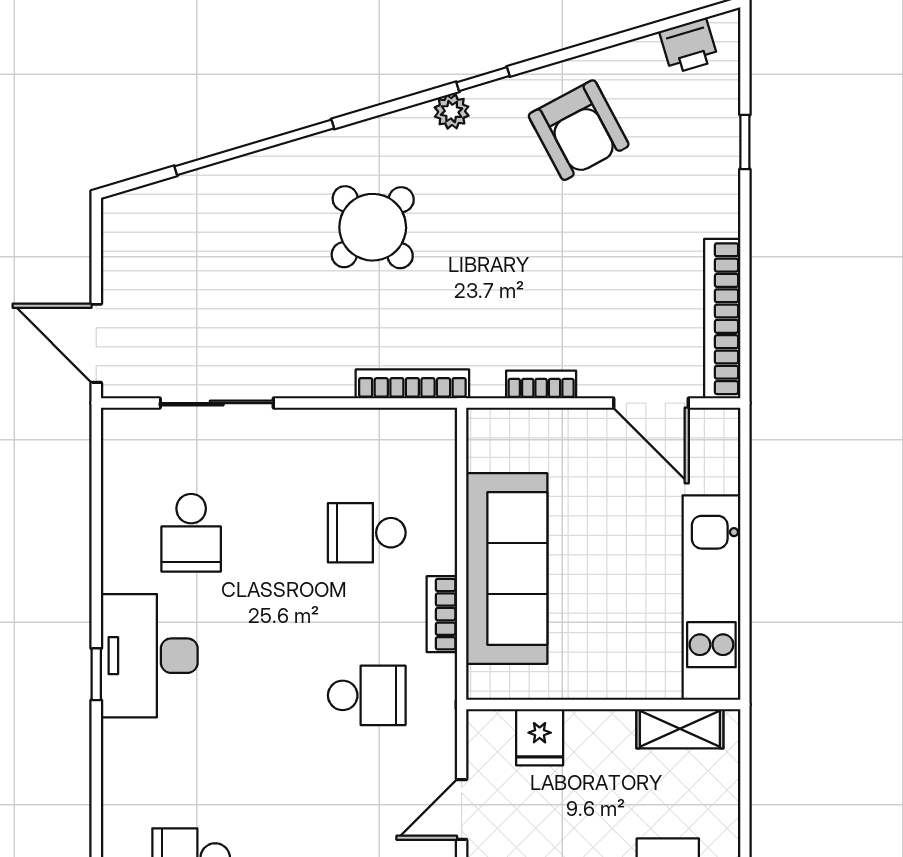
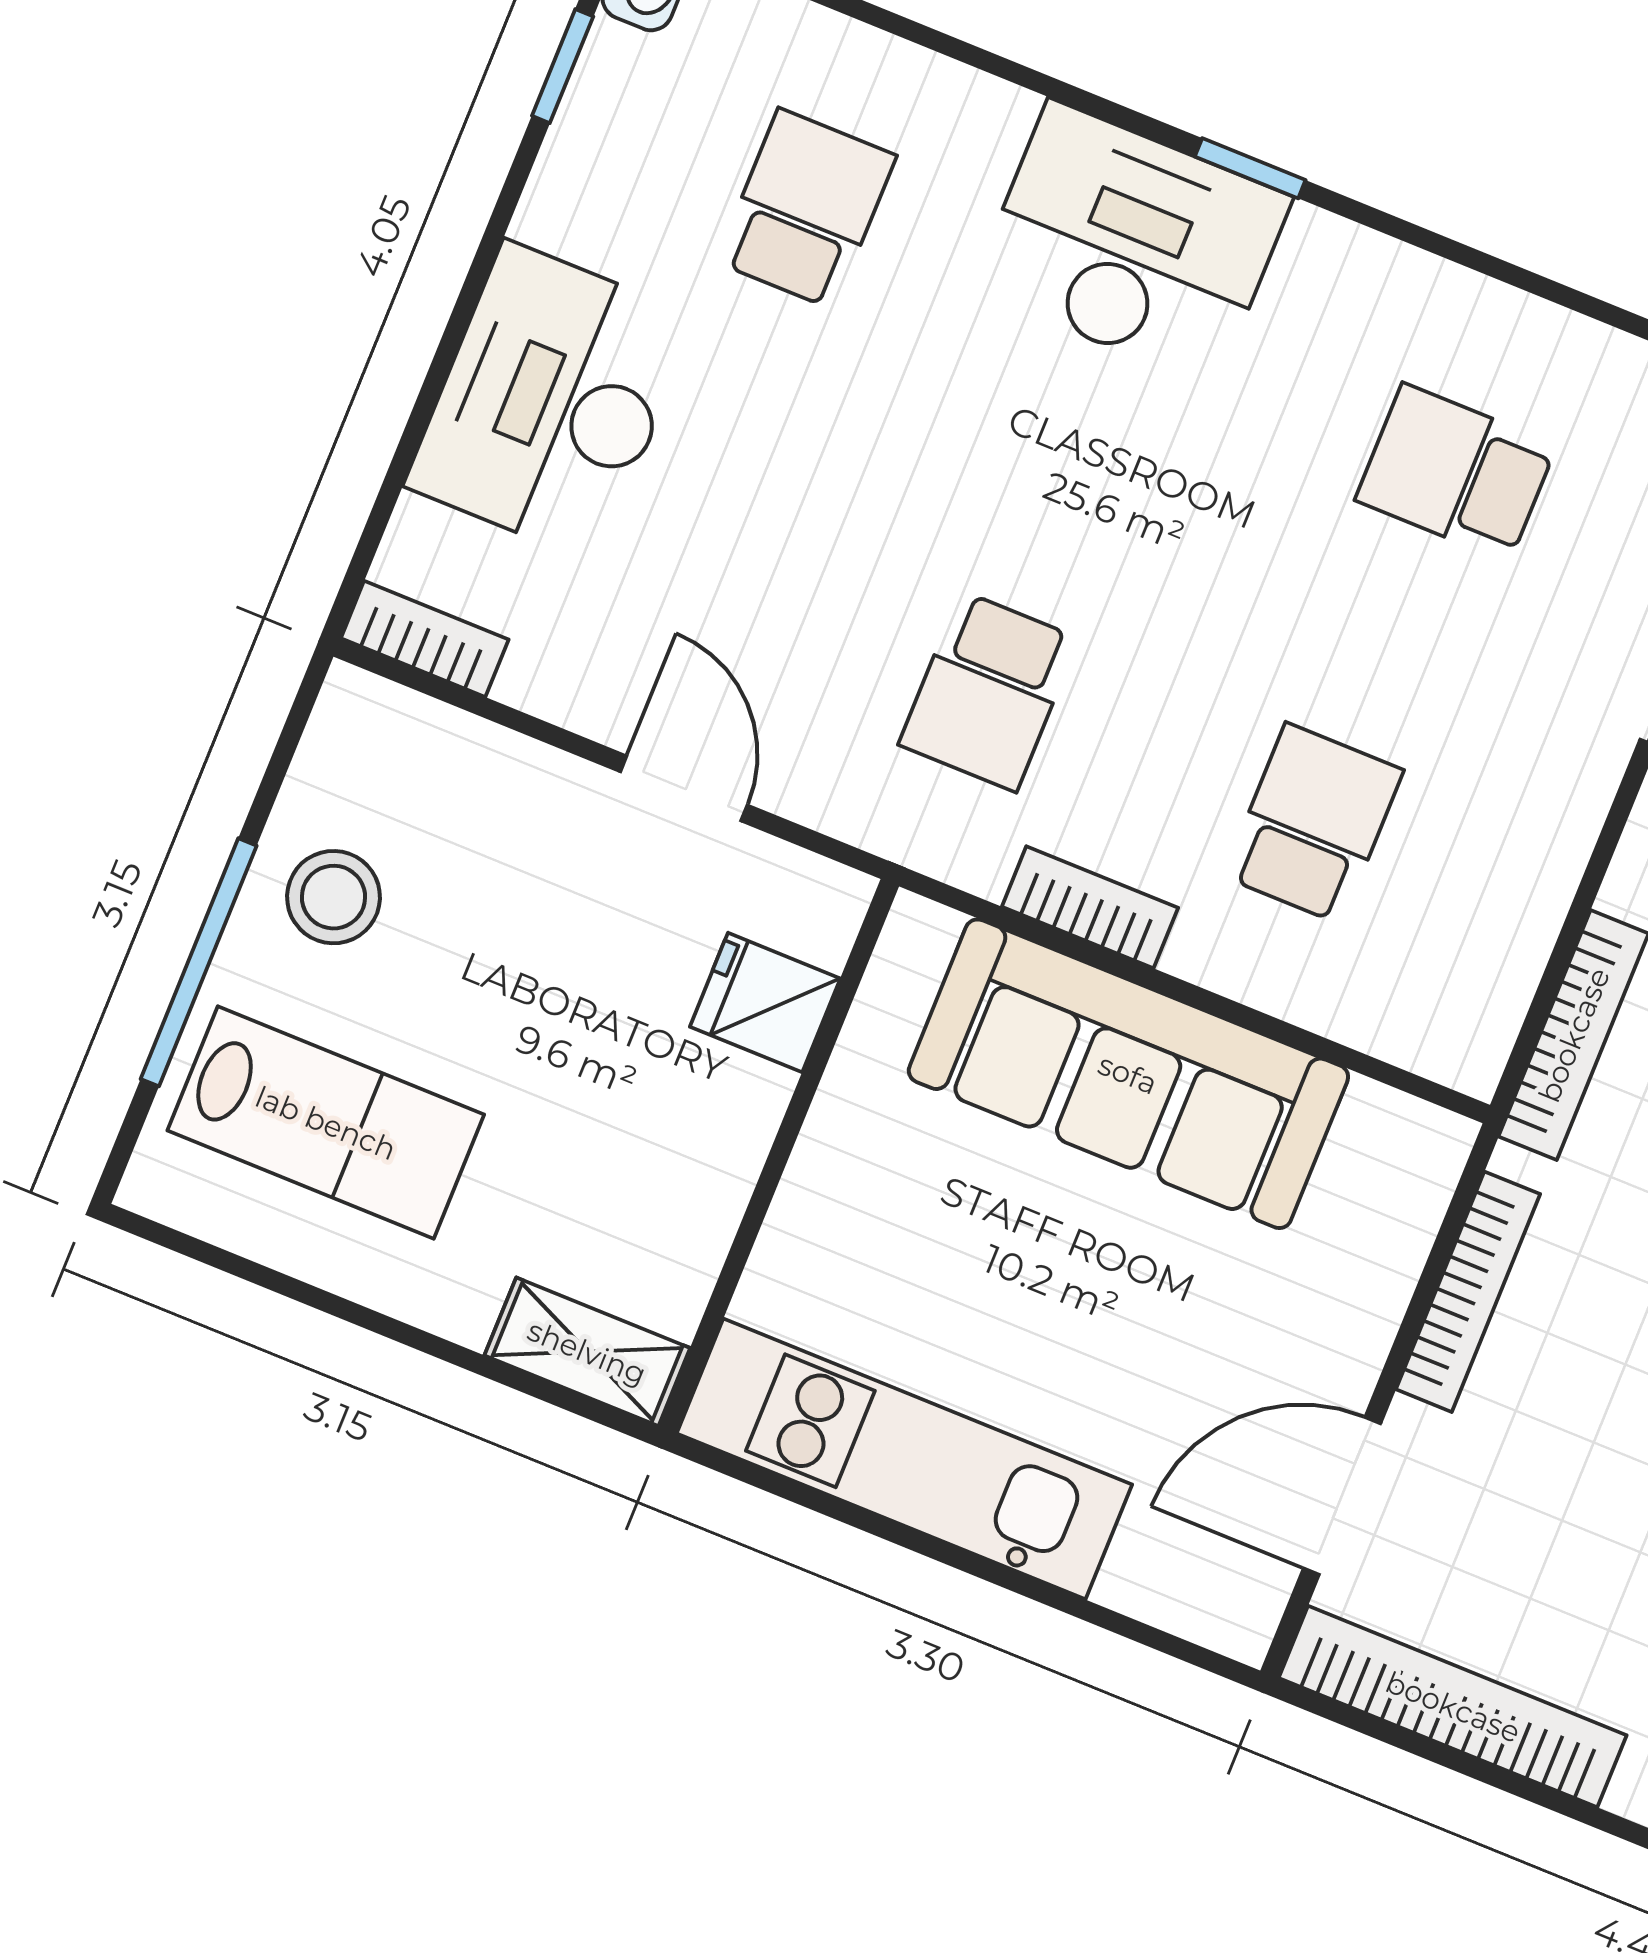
bookcase: (541, 384) -> (1468, 1292), width x1.56
desk: (149, 656) -> (1132, 244), moved
shelving: (680, 729) -> (587, 1352), moved, turned 90

